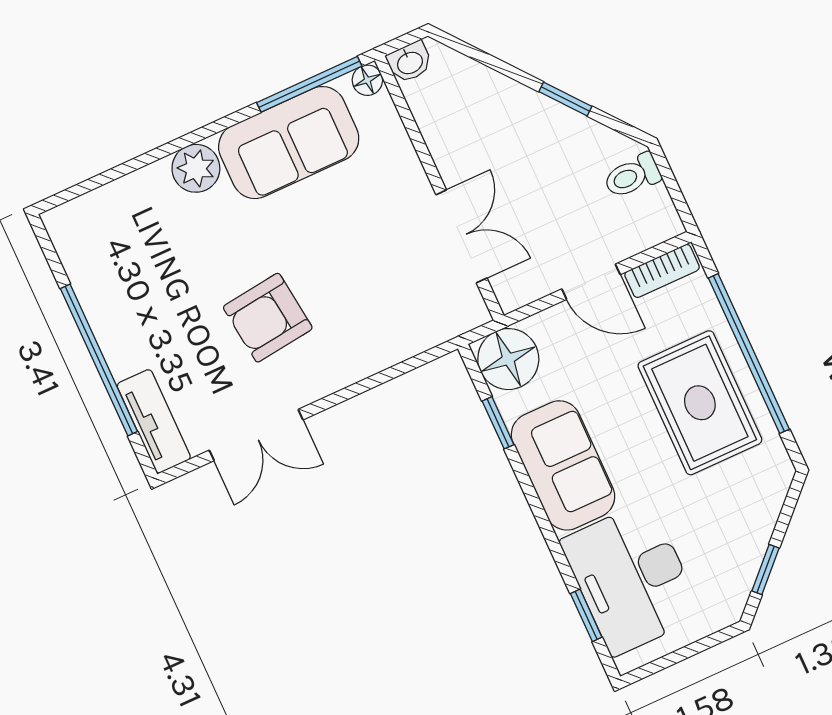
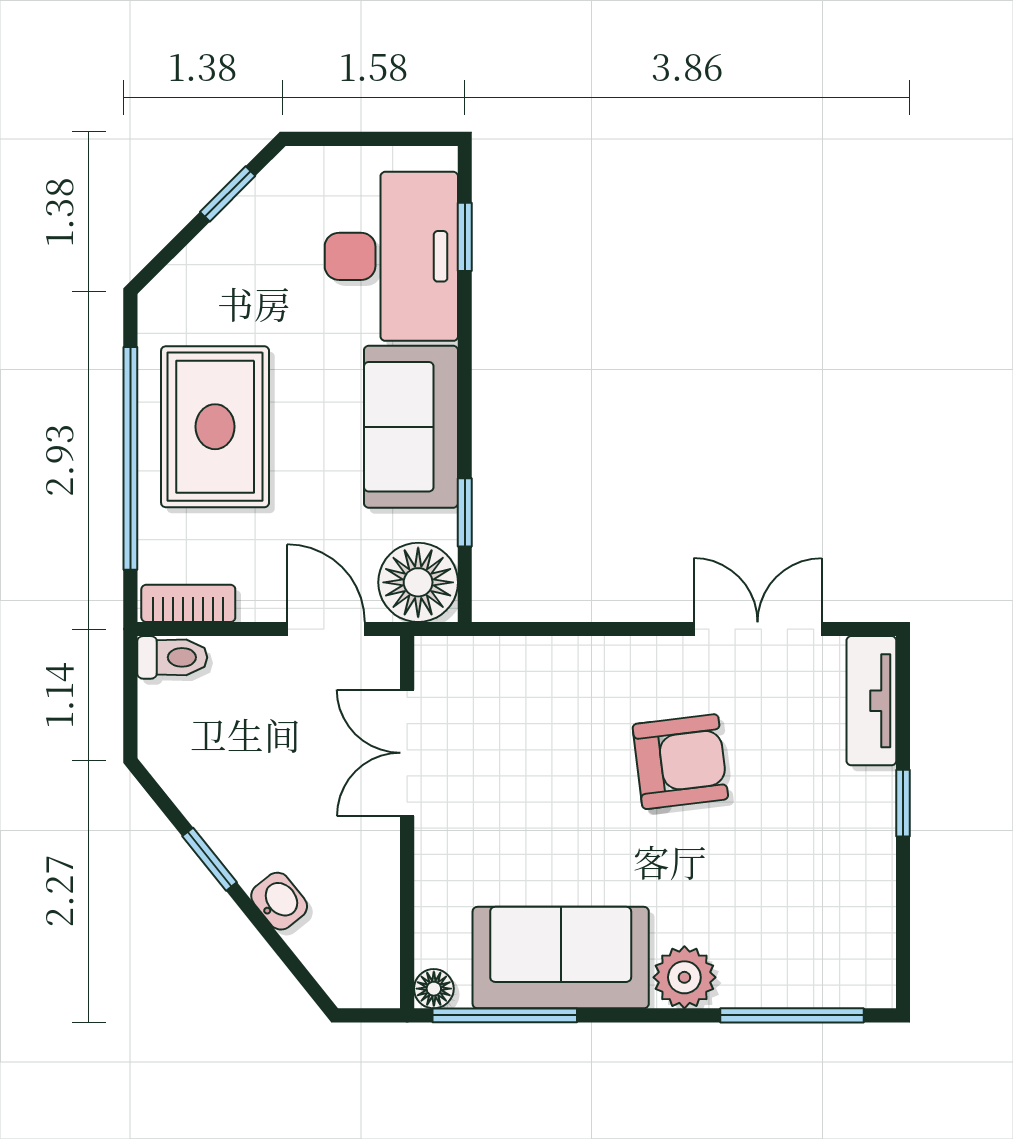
washbasin: (410, 62) -> (279, 901), moved, turned 51
window: (109, 176) -> (792, 1015), added
toilet: (632, 176) -> (172, 657), moved
door: (591, 282) -> (326, 629), moved
window: (99, 360) -> (903, 803), width x0.32

